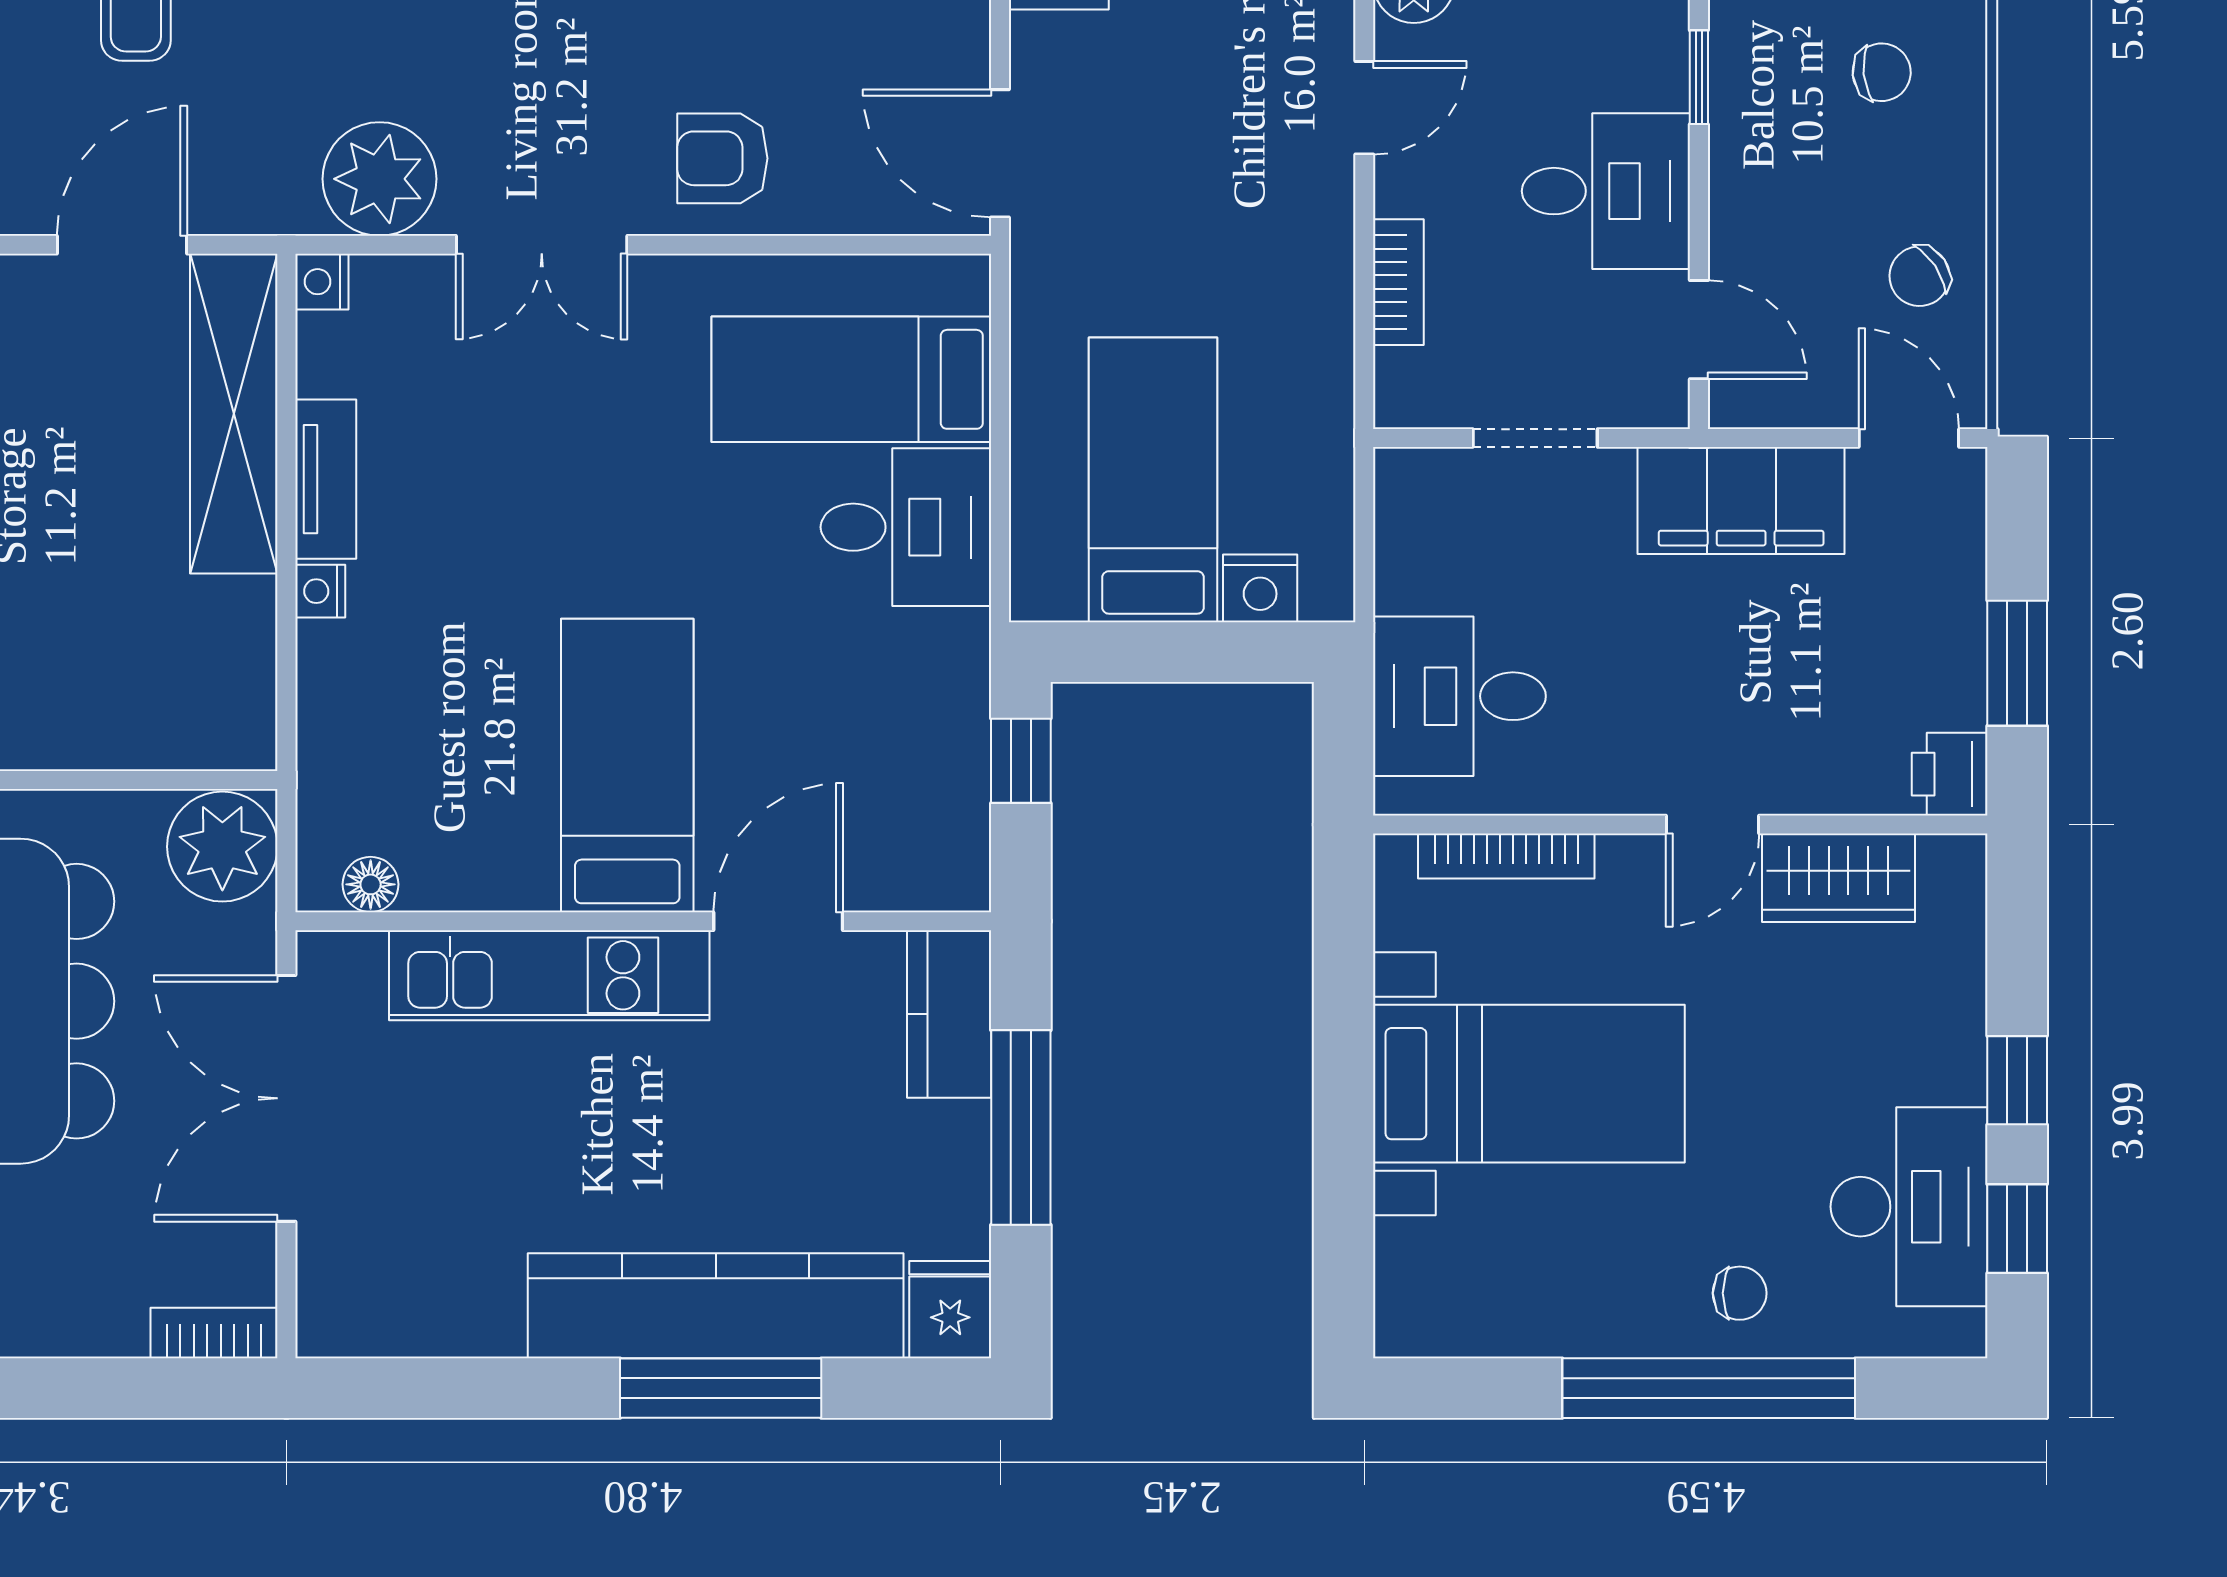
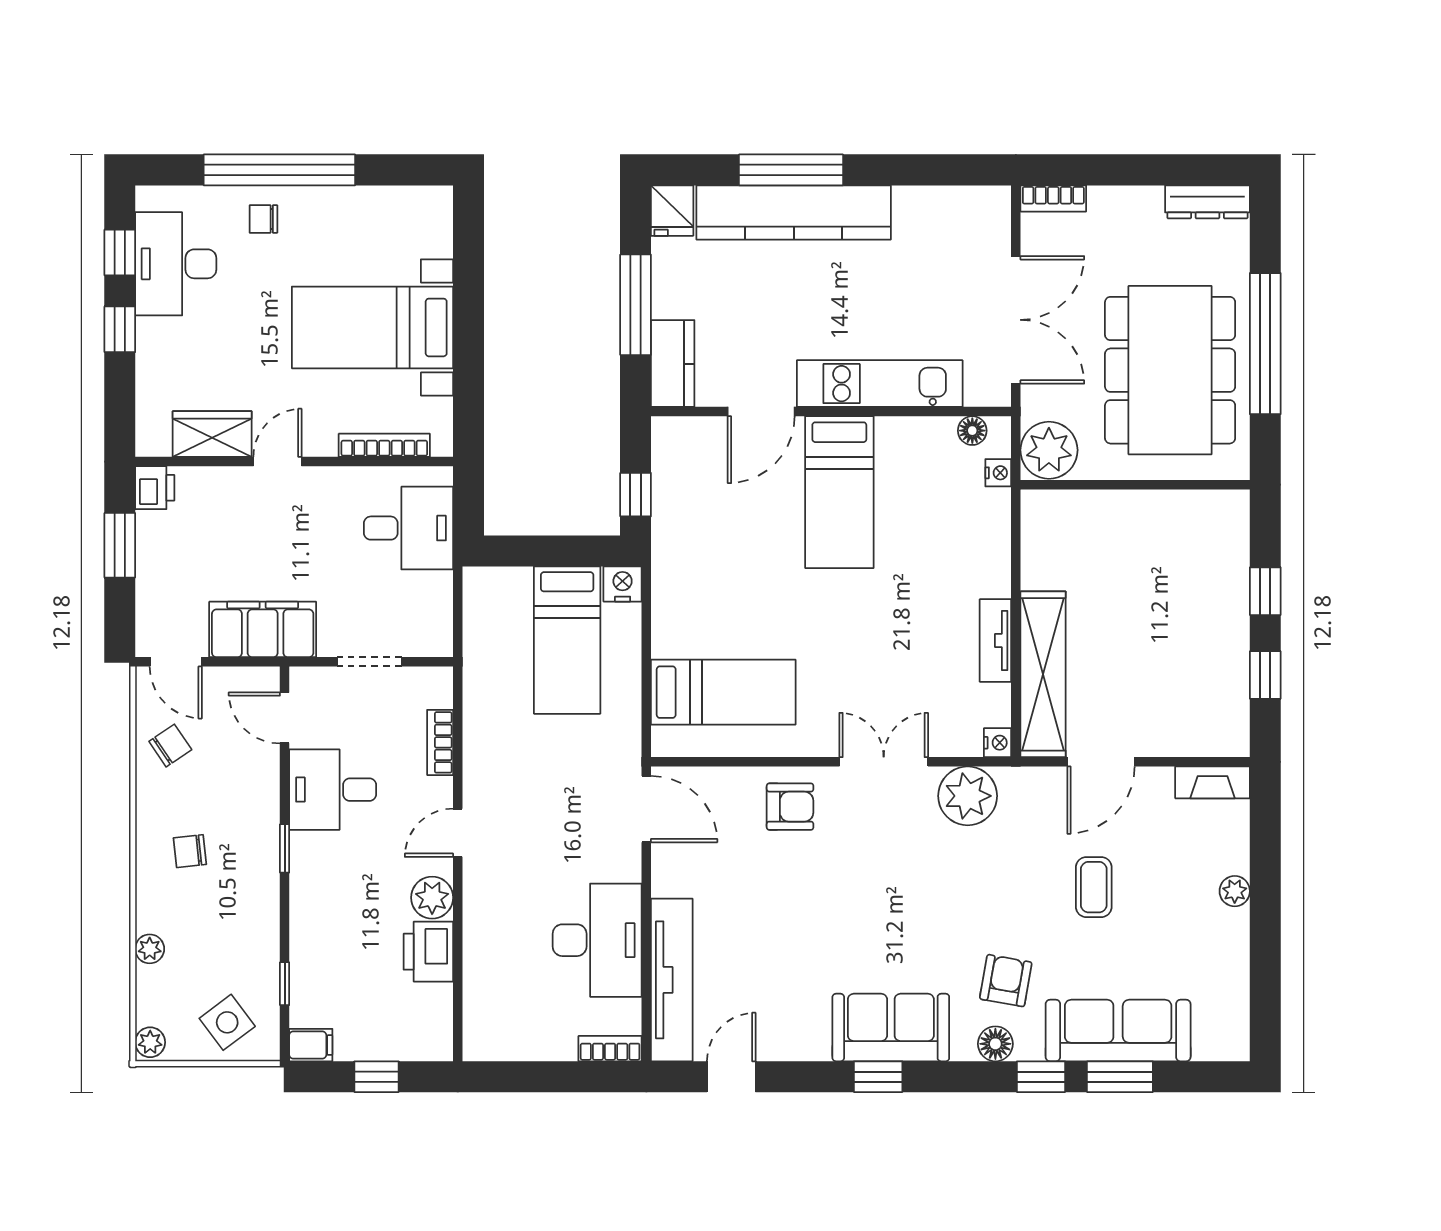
desk: (906, 527) -> (695, 616), removed
nightstand: (1260, 588) -> (623, 584), moved
nightstand: (320, 591) -> (998, 473), moved

